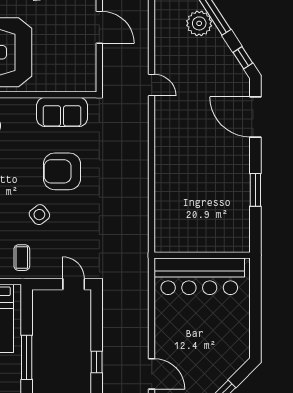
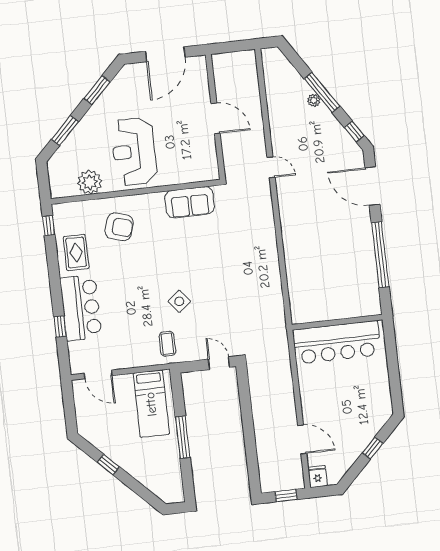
plant: (199, 23) -> (314, 100), width x0.53, depth x0.53
armchair: (62, 171) -> (196, 258), removed
window: (255, 190) -> (380, 255), width x2.11
window: (97, 362) -> (249, 434), removed

